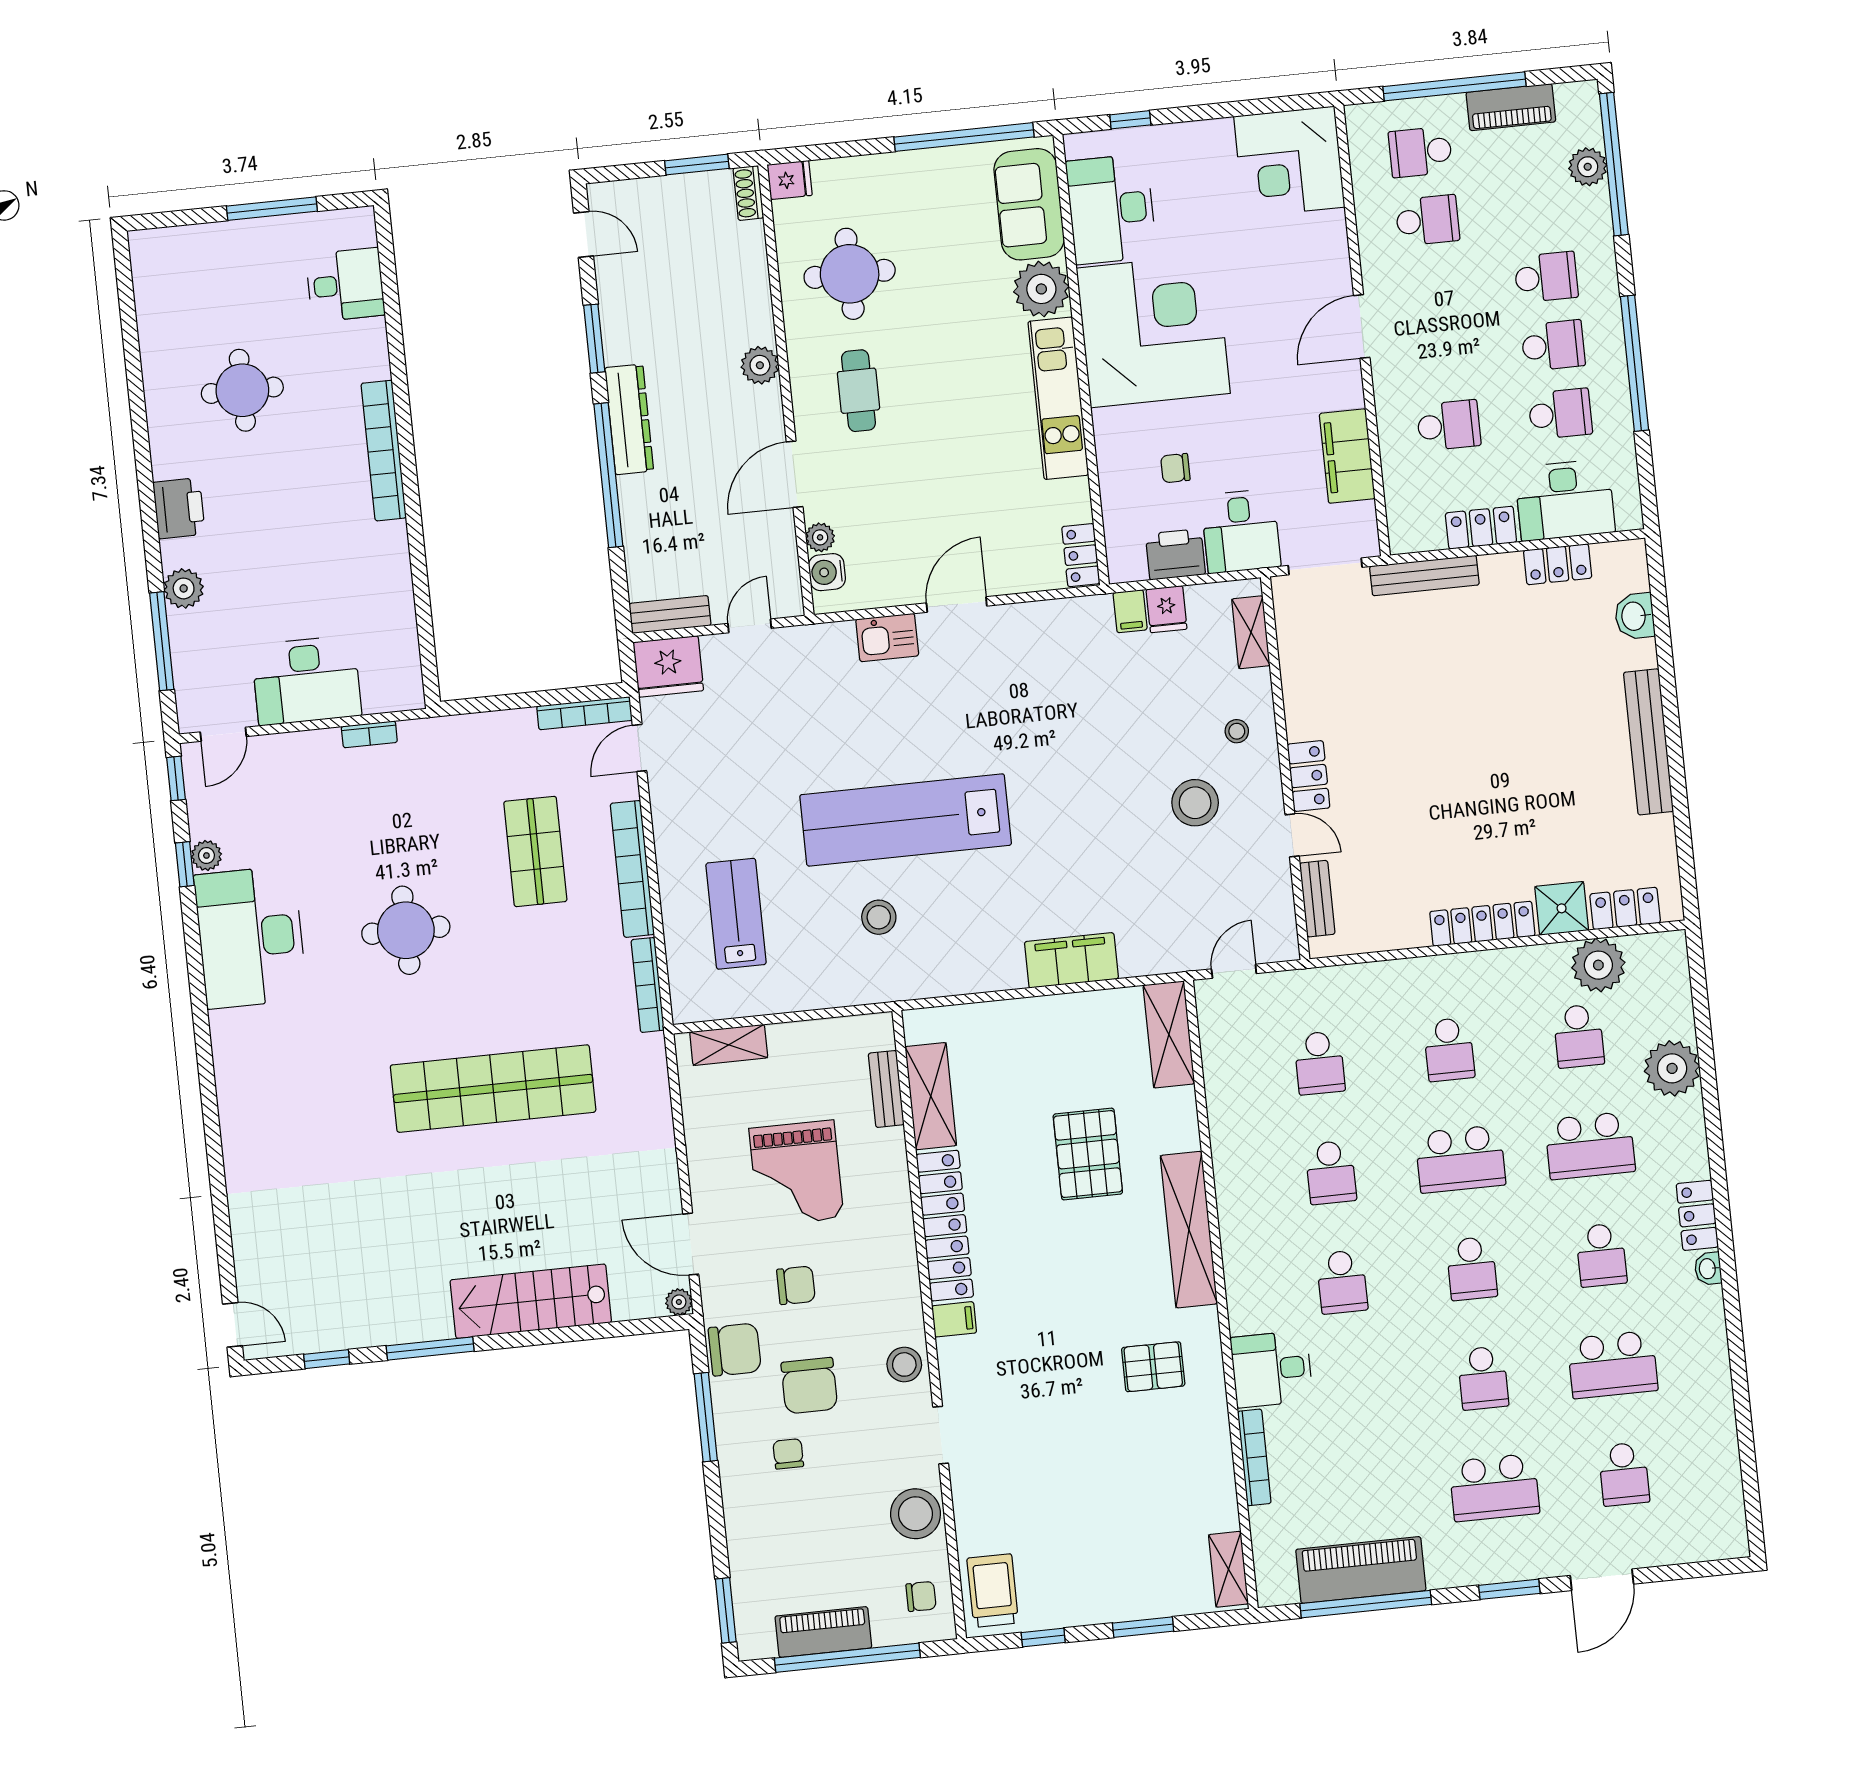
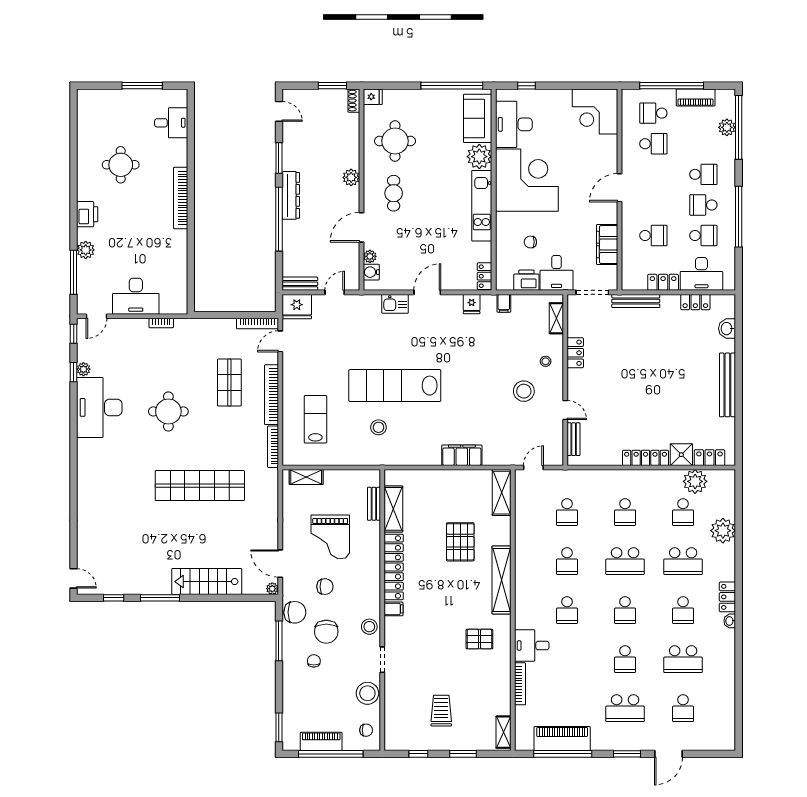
school desk: (1553, 345) -> (703, 205), turned 180
fridge: (1167, 609) -> (472, 304), moved
locker: (1309, 776) -> (575, 353), moved
trolley: (993, 1591) -> (441, 711), moved

